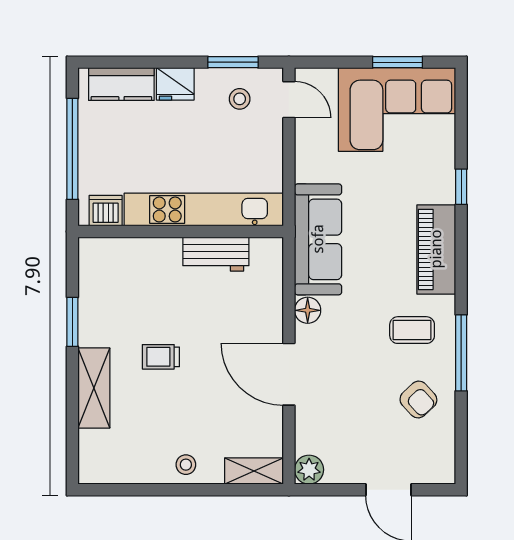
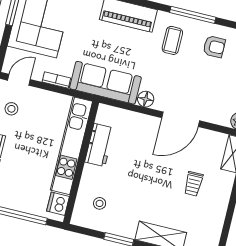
bookcase: (303, 160) -> (56, 80), added
trolley: (161, 357) -> (193, 184), moved
armchair: (418, 400) -> (214, 47), turned 43
stool: (186, 465) -> (100, 203), moved

